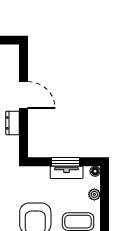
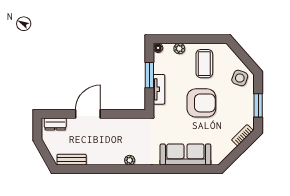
dresser: (12, 123) -> (55, 124), moved
tv unit: (67, 172) -> (159, 89), moved

